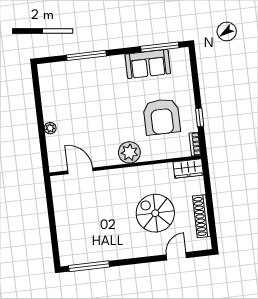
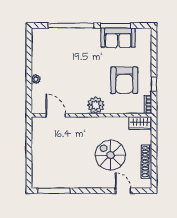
window: (160, 47) -> (115, 25), moved
window: (86, 55) -> (71, 25), width x1.46
door: (176, 256) -> (123, 191), hinge flipped

